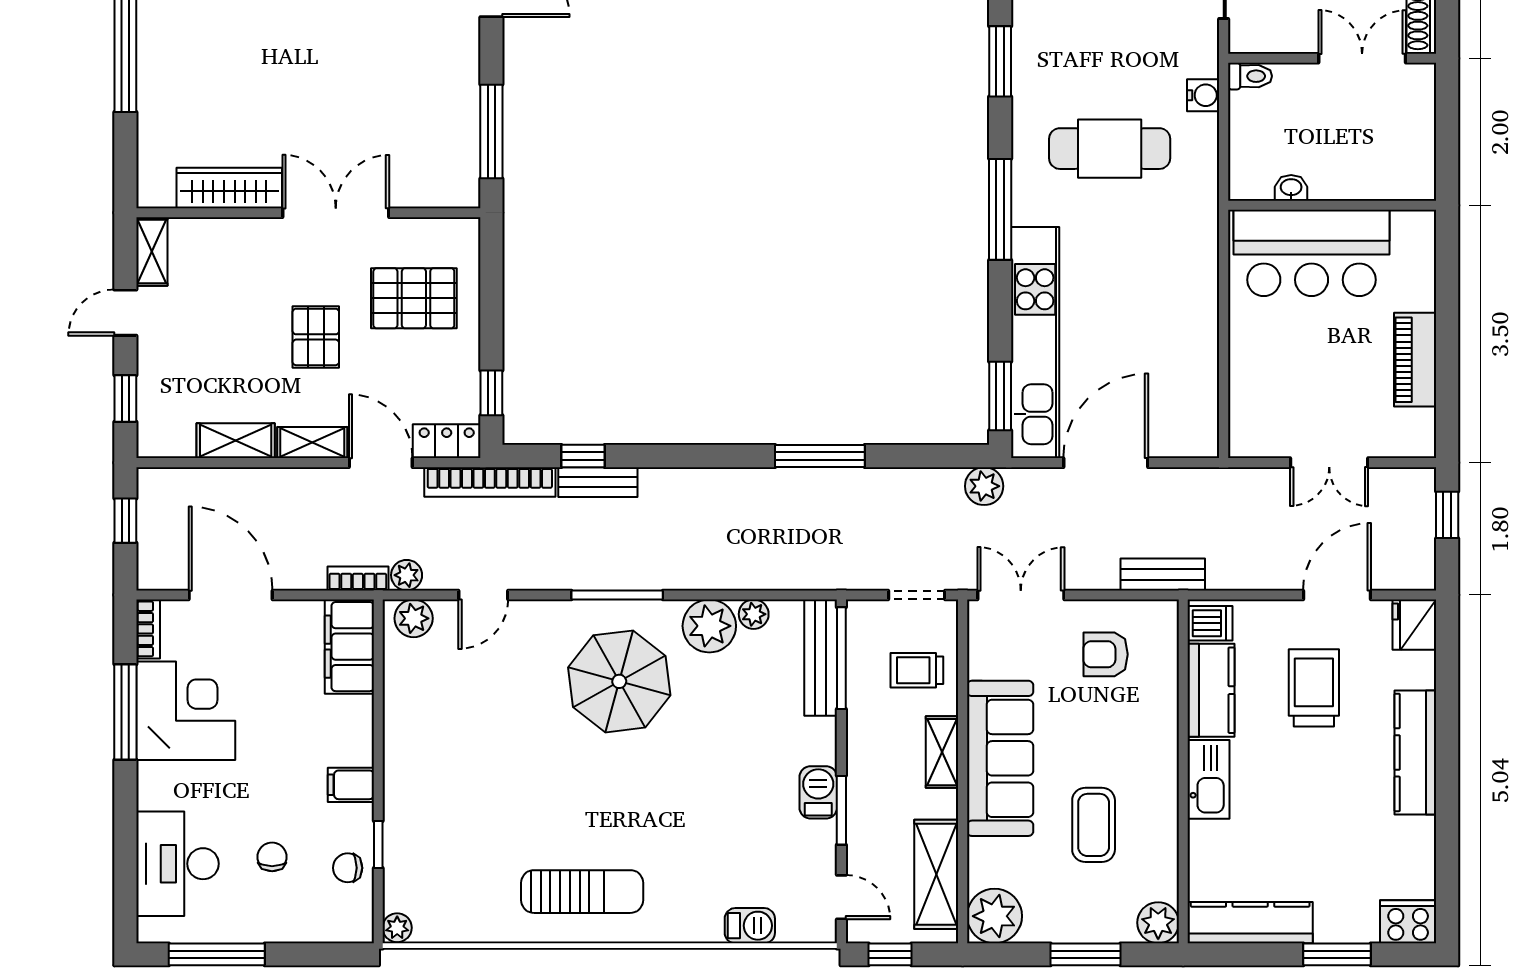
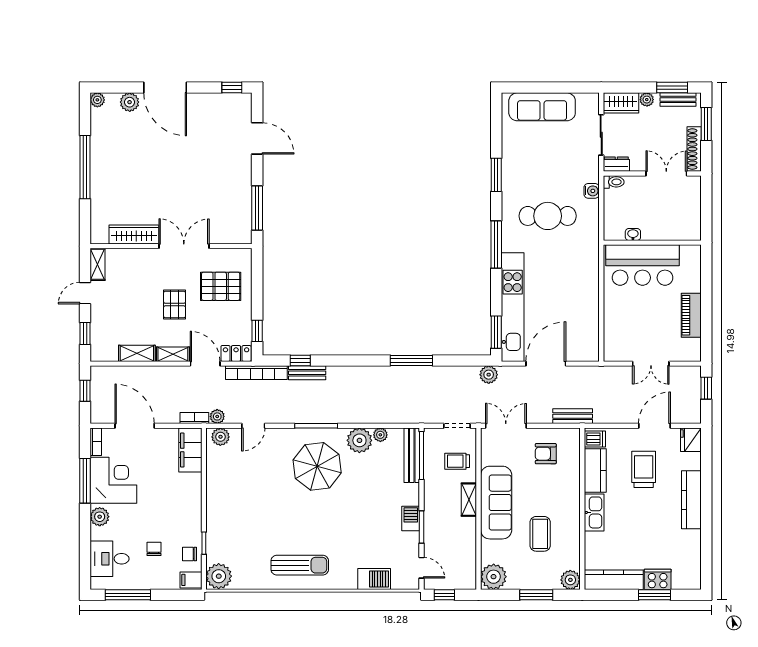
dresser: (1256, 38) -> (616, 164), added
filing cabinet: (351, 785) -> (191, 580), moved
plant: (156, 788) -> (100, 517), added
desk: (177, 864) -> (110, 559), width x0.73
shelving: (936, 874) -> (466, 557), removed
cooker: (1408, 922) -> (658, 579), moved
barbecue: (750, 926) -> (374, 579), width x1.38, depth x1.27
plant: (397, 928) -> (219, 576), width x1.88, depth x1.88

